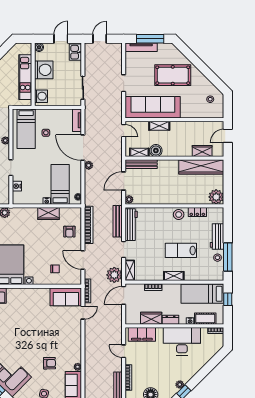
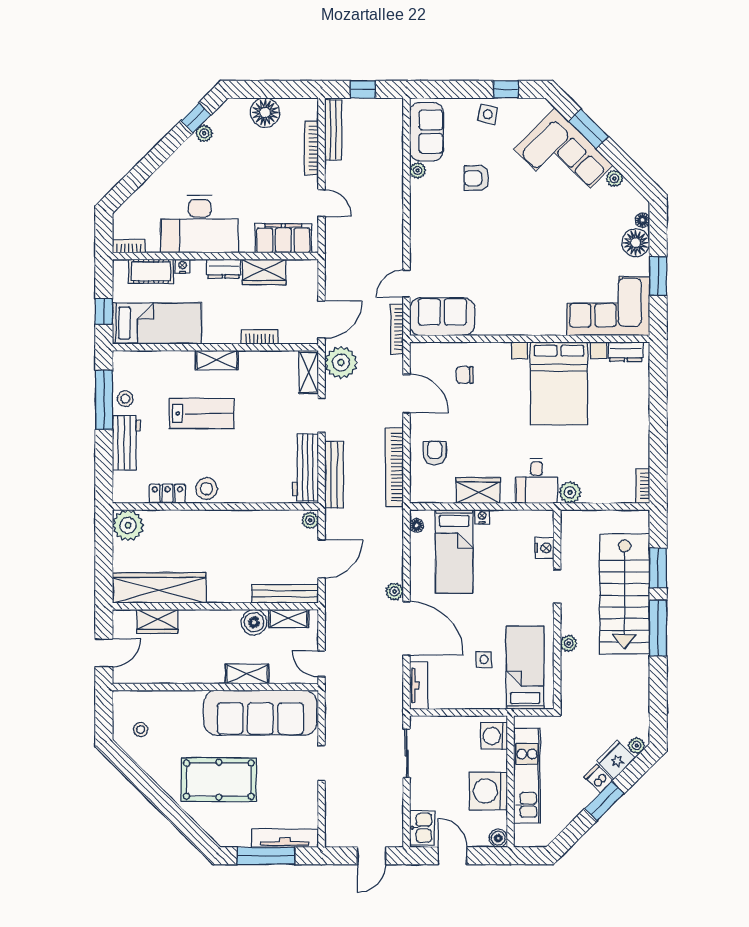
door: (61, 39) -> (452, 856), swing flipped
desk: (21, 218) -> (536, 481), added

